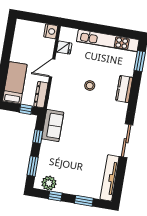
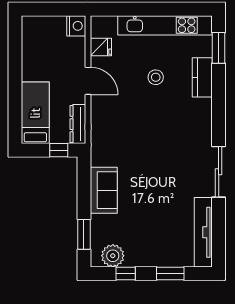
door: (52, 68) -> (88, 81), swing flipped
stool: (90, 86) -> (156, 77), moved
kitchen counter: (124, 89) -> (202, 77), moved
sofa: (53, 125) -> (104, 190), moved
window: (38, 136) -> (84, 188), removed

